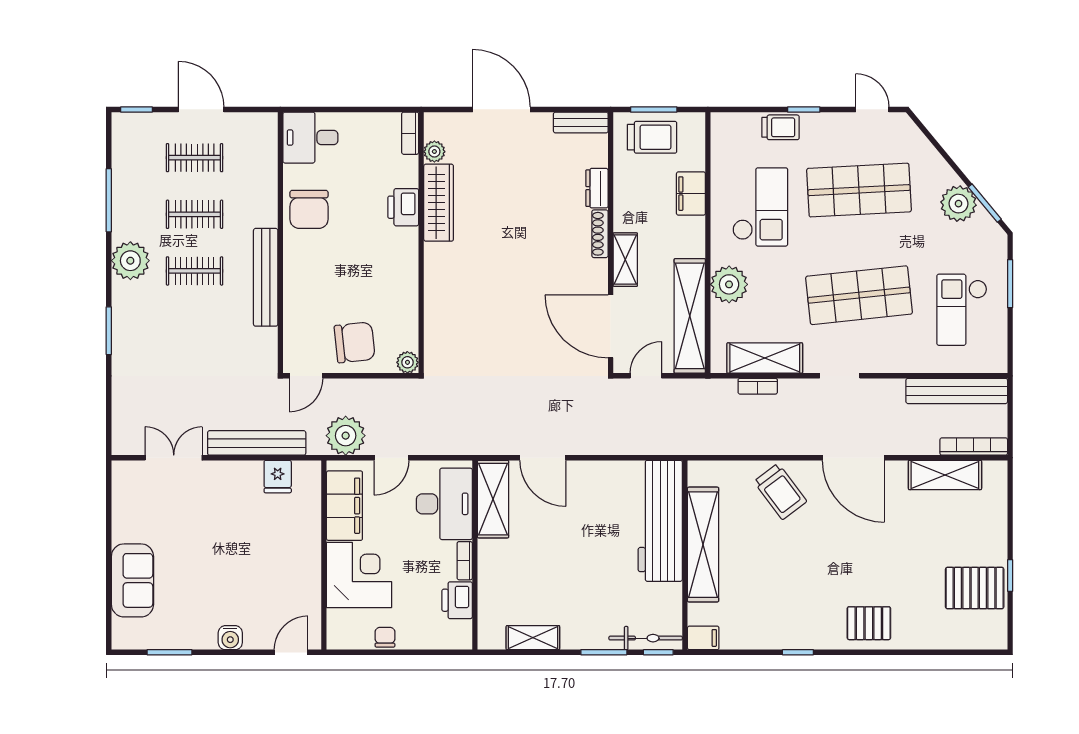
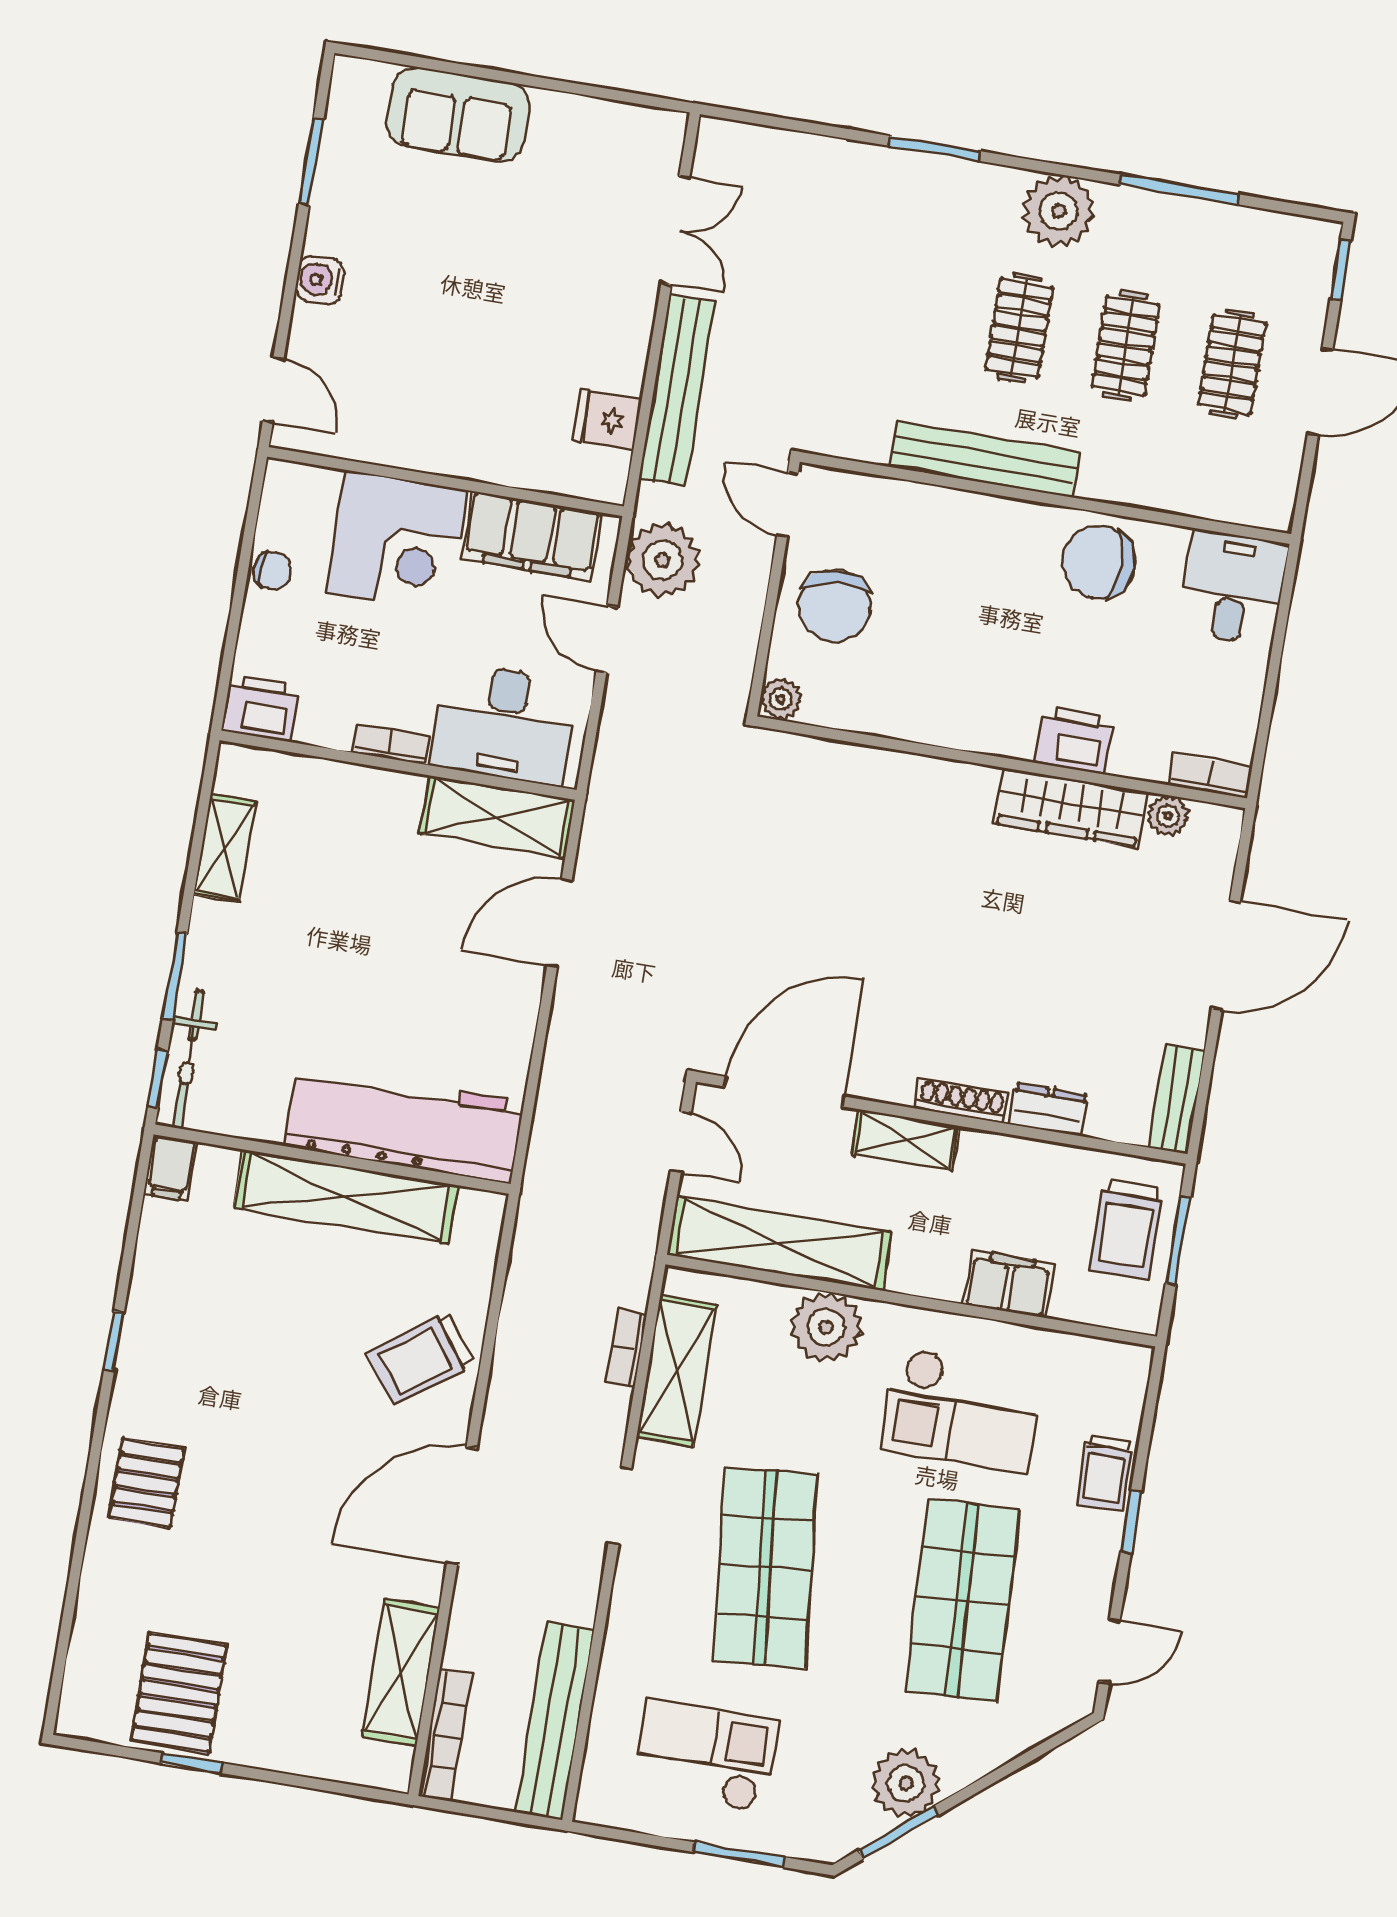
printer: (457, 600) -> (260, 708), moved

